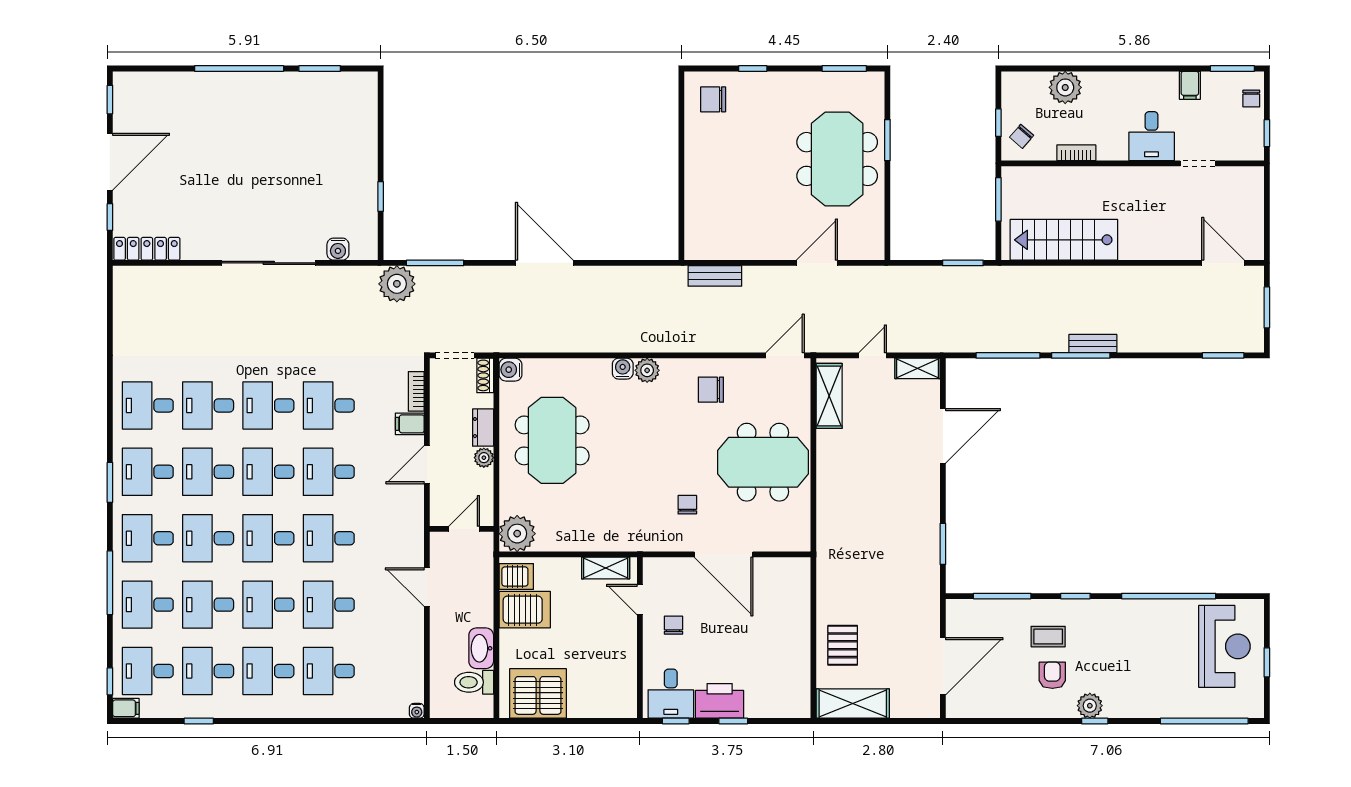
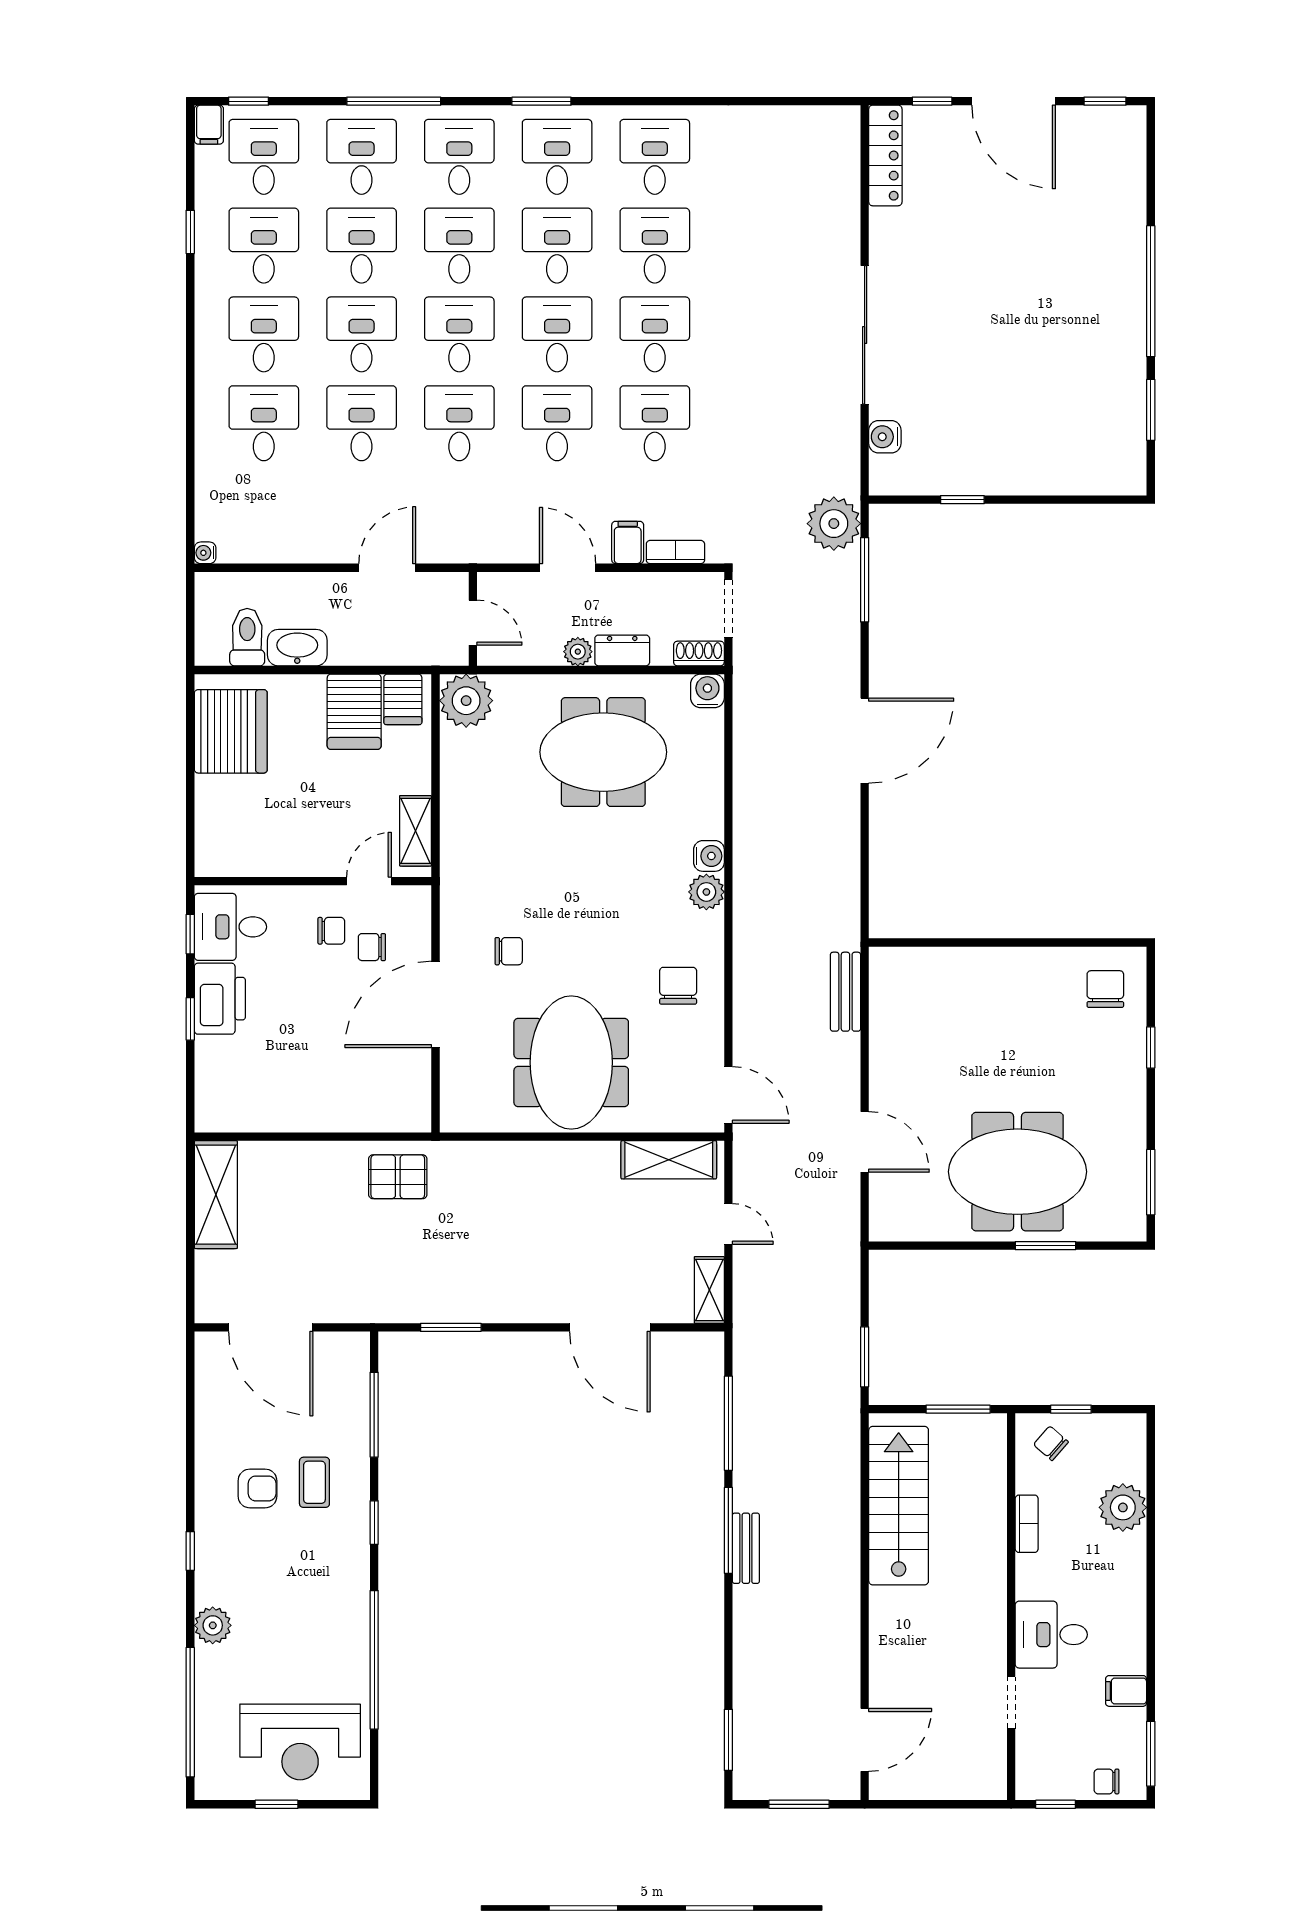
chair: (685, 598) -> (372, 947), added
pallet: (843, 645) -> (398, 1177), moved
plant: (1090, 706) -> (213, 1625), moved

